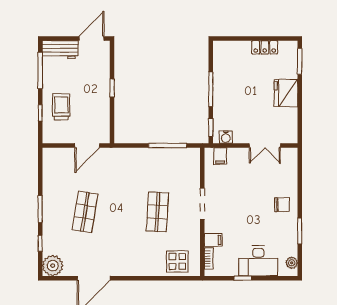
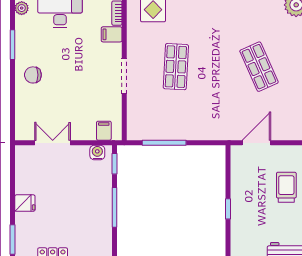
fridge: (286, 93) -> (25, 203), width x0.53, depth x0.75
trolley: (61, 107) -> (286, 187), turned 180
shop shelf: (85, 212) -> (259, 67), turned -33

